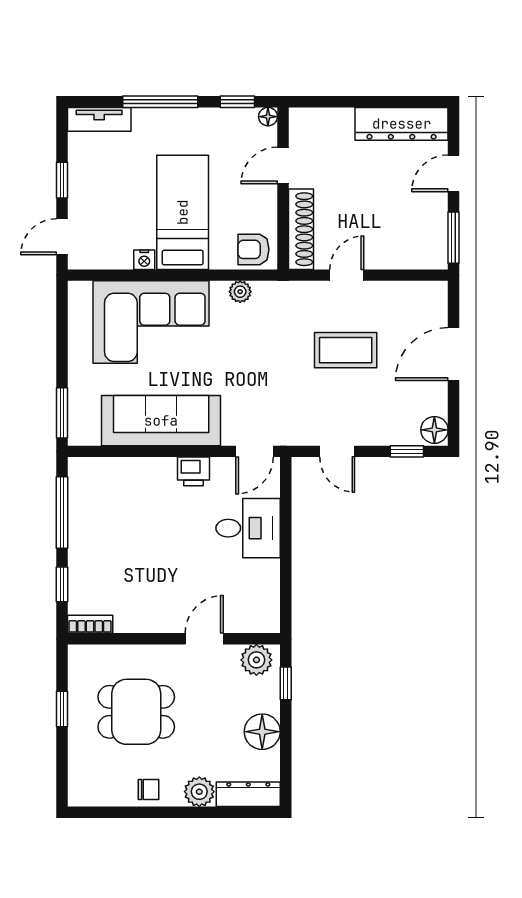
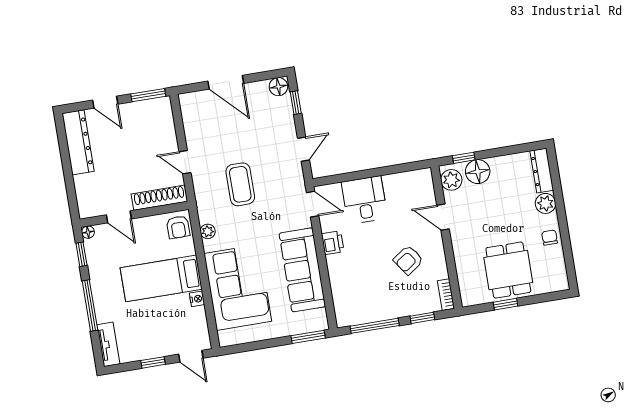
coffee table: (346, 350) -> (240, 184), moved
armchair: (150, 578) -> (408, 260), added
dining table: (136, 712) -> (508, 270), moved
floor lamp: (262, 732) -> (478, 172), moved

